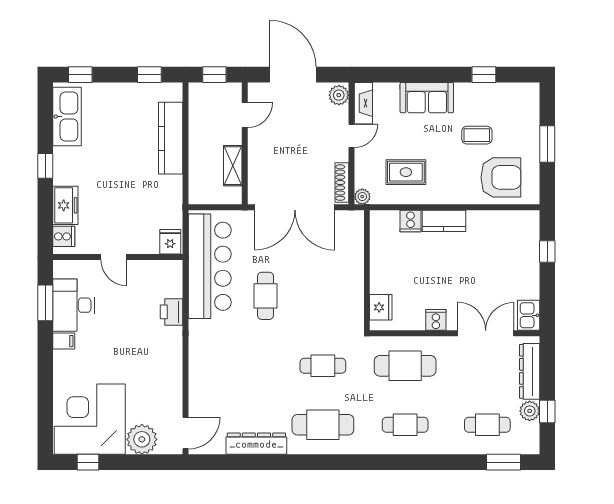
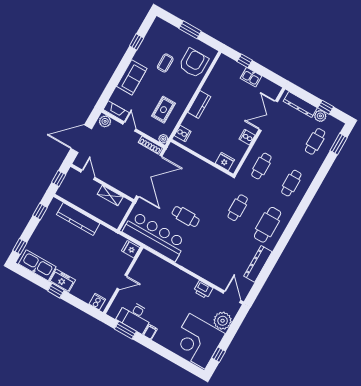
freezer: (65, 205) -> (62, 281), moved
cooker: (411, 221) -> (183, 133), moved
printer: (172, 312) -> (203, 290), moved
kitchen sink: (529, 315) -> (251, 77), moved
cafe table: (405, 366) -> (261, 166), width x0.73, depth x0.74

